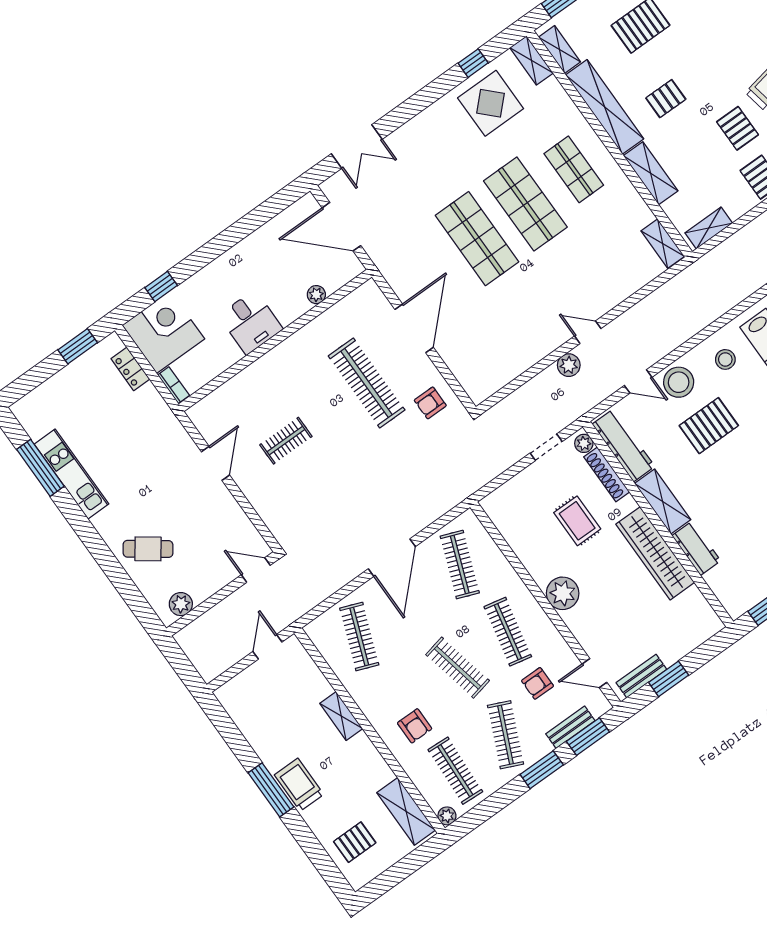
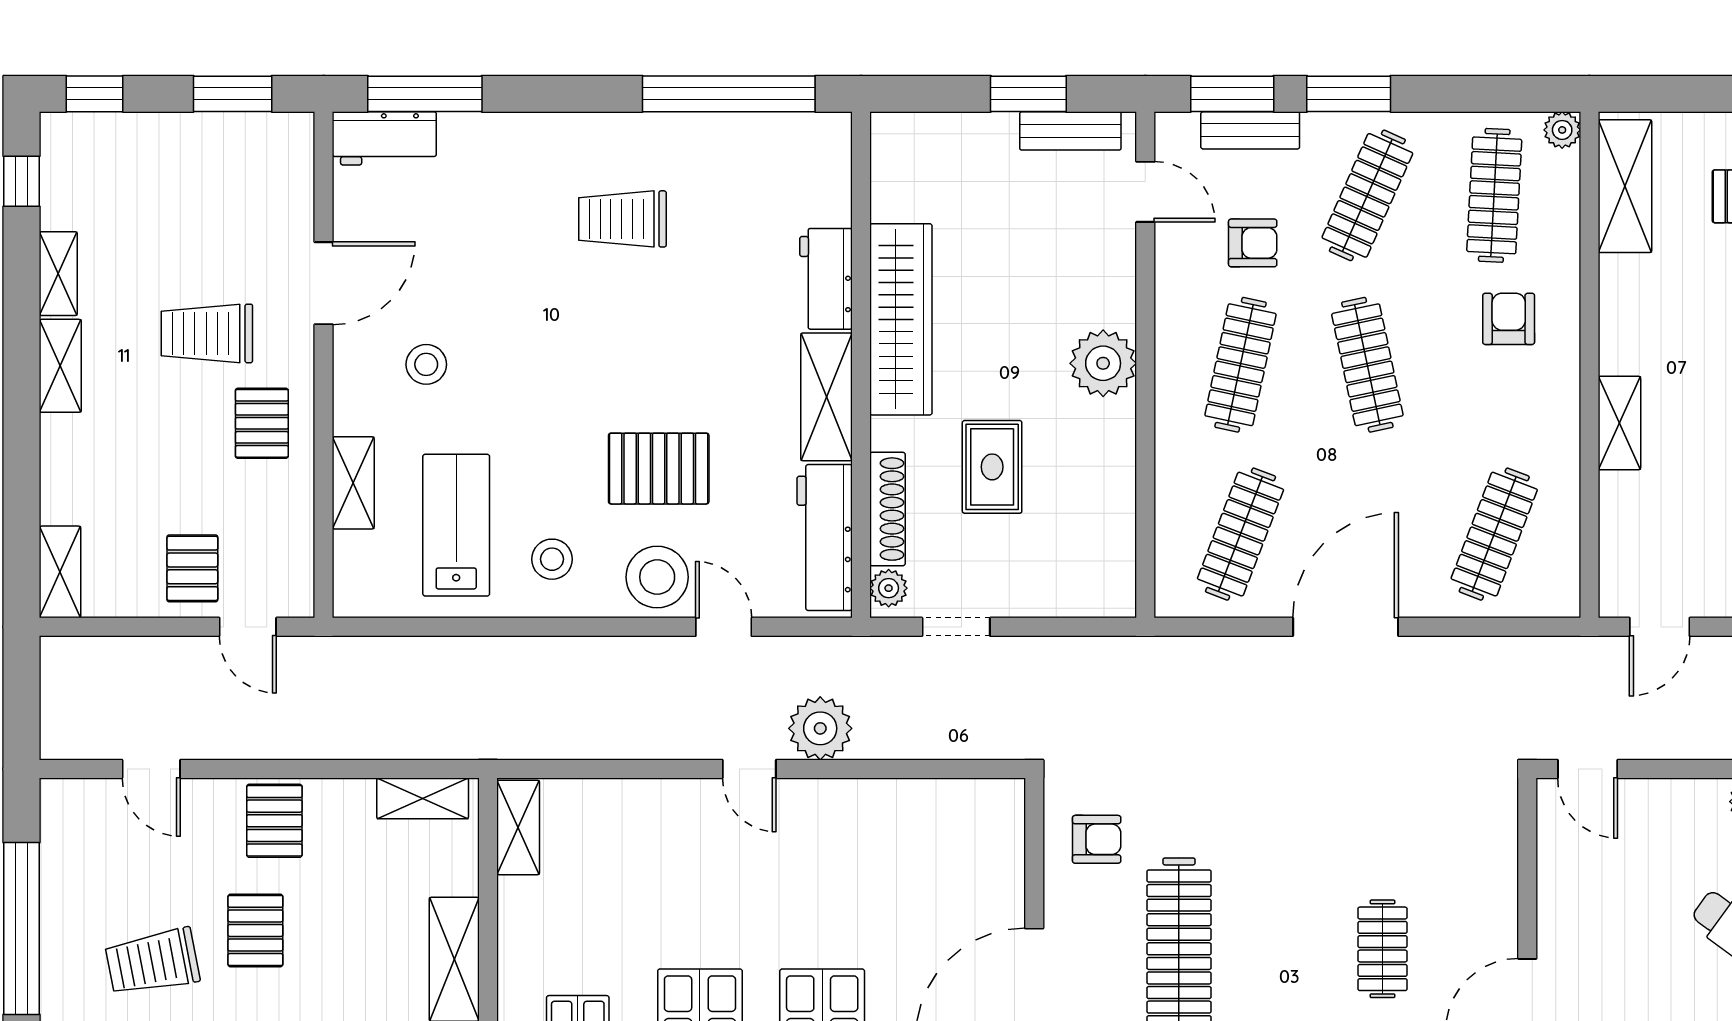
plant: (569, 365) -> (820, 728), width x1.36, depth x1.36
clothes rail: (286, 441) -> (1383, 949), turned 90

